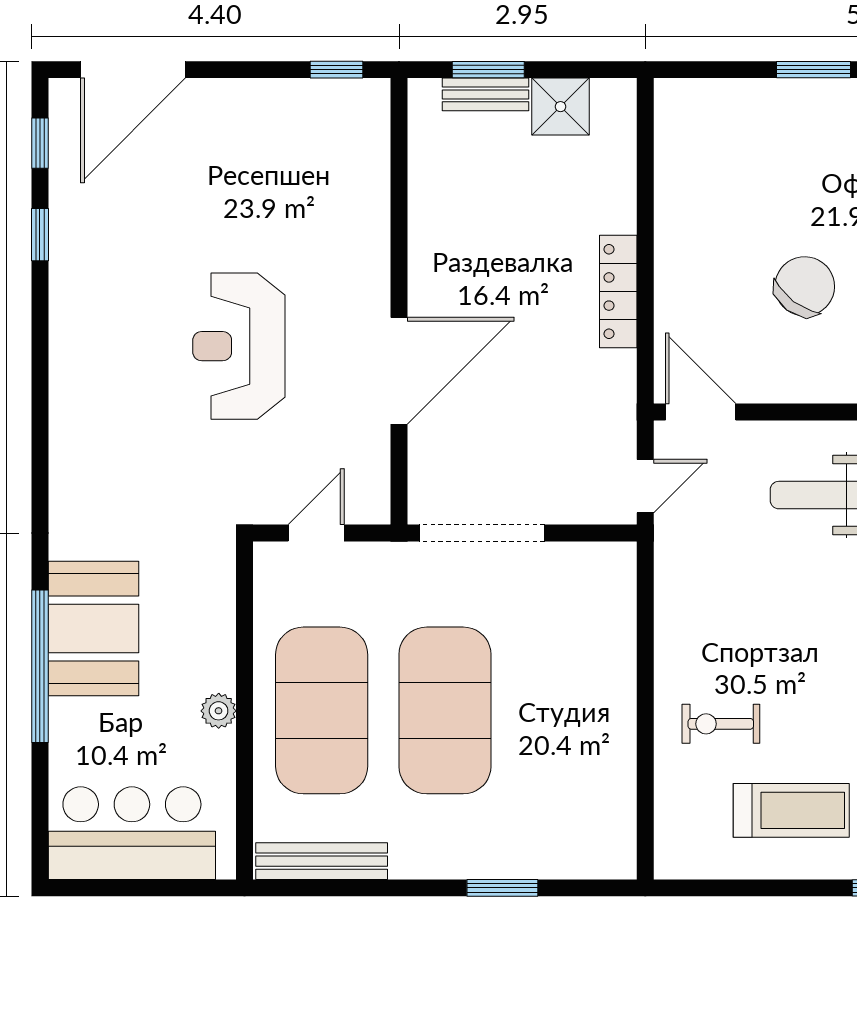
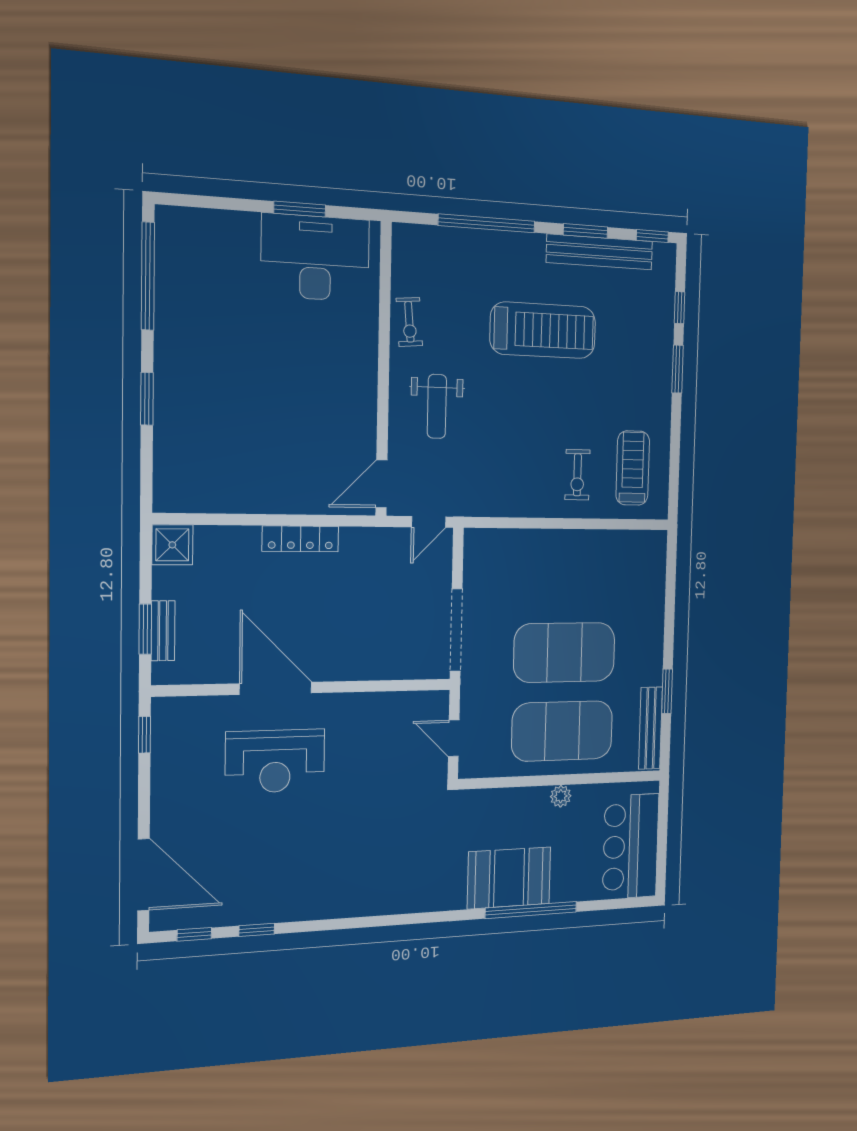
shower: (561, 107) -> (172, 545), moved
chair: (805, 286) -> (299, 410), removed
reception desk: (239, 346) -> (275, 761), moved
door: (399, 371) -> (276, 688), moved
door: (645, 486) -> (429, 522), swing flipped
treadmill: (791, 810) -> (633, 468), moved
window: (502, 888) -> (667, 691), moved

